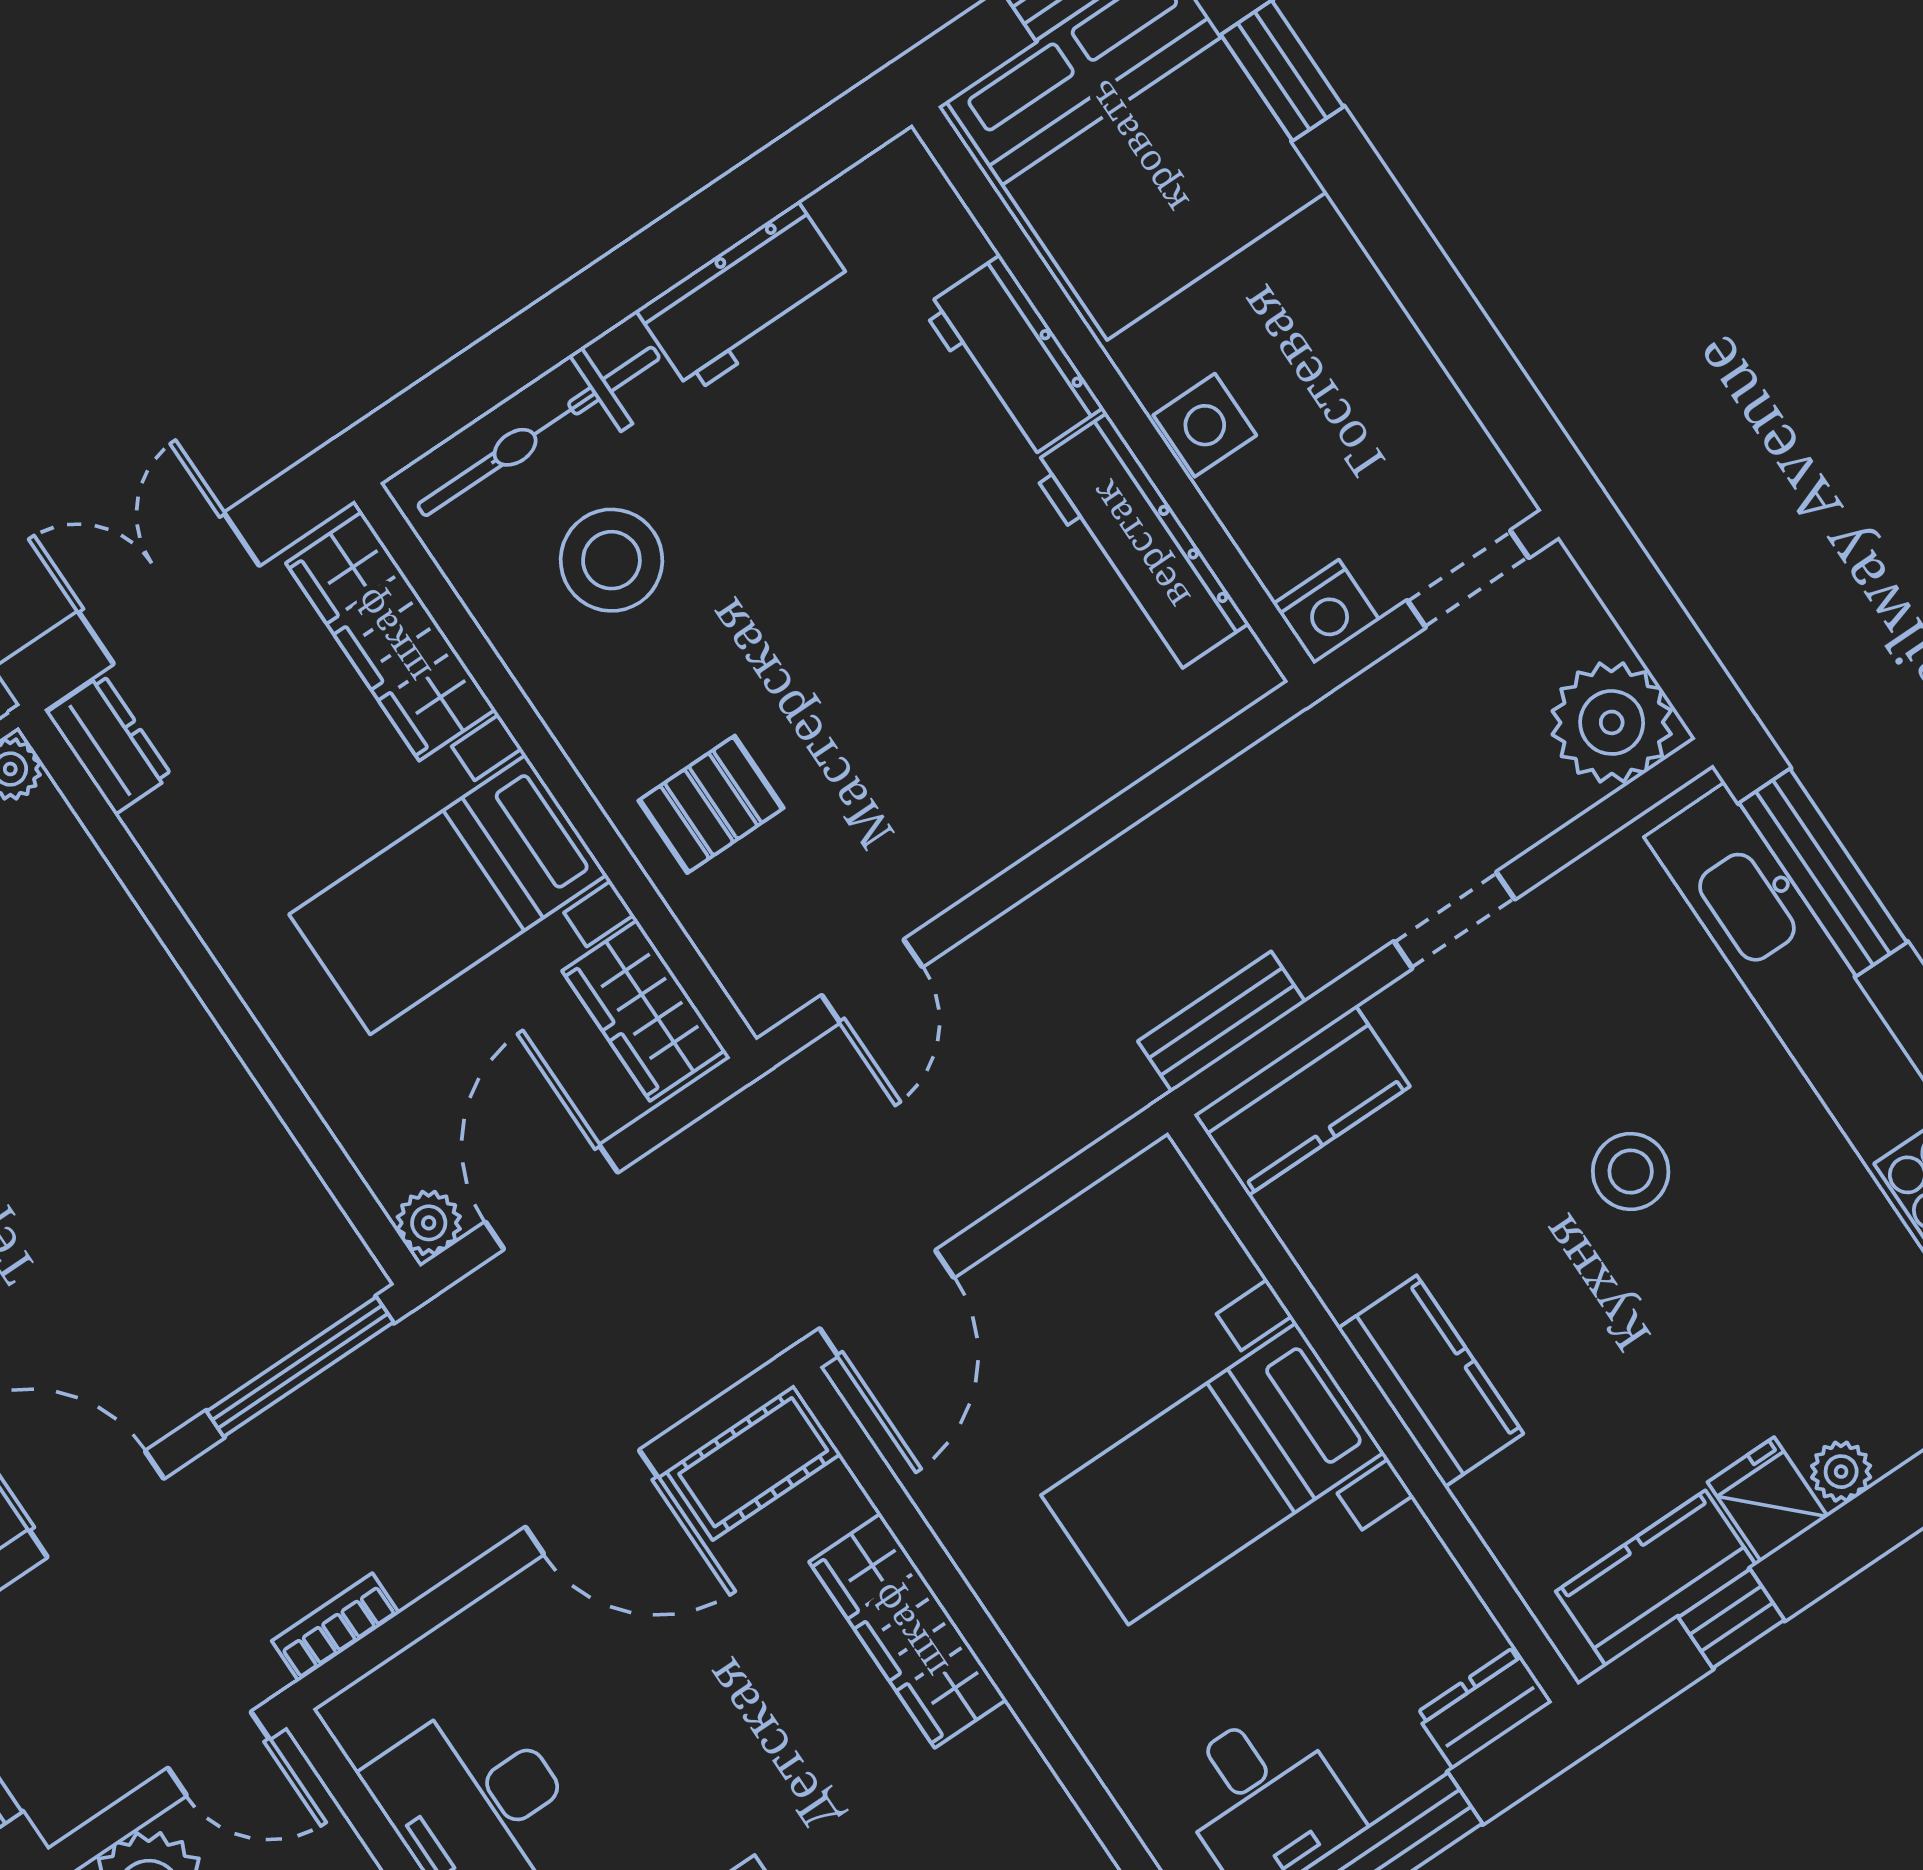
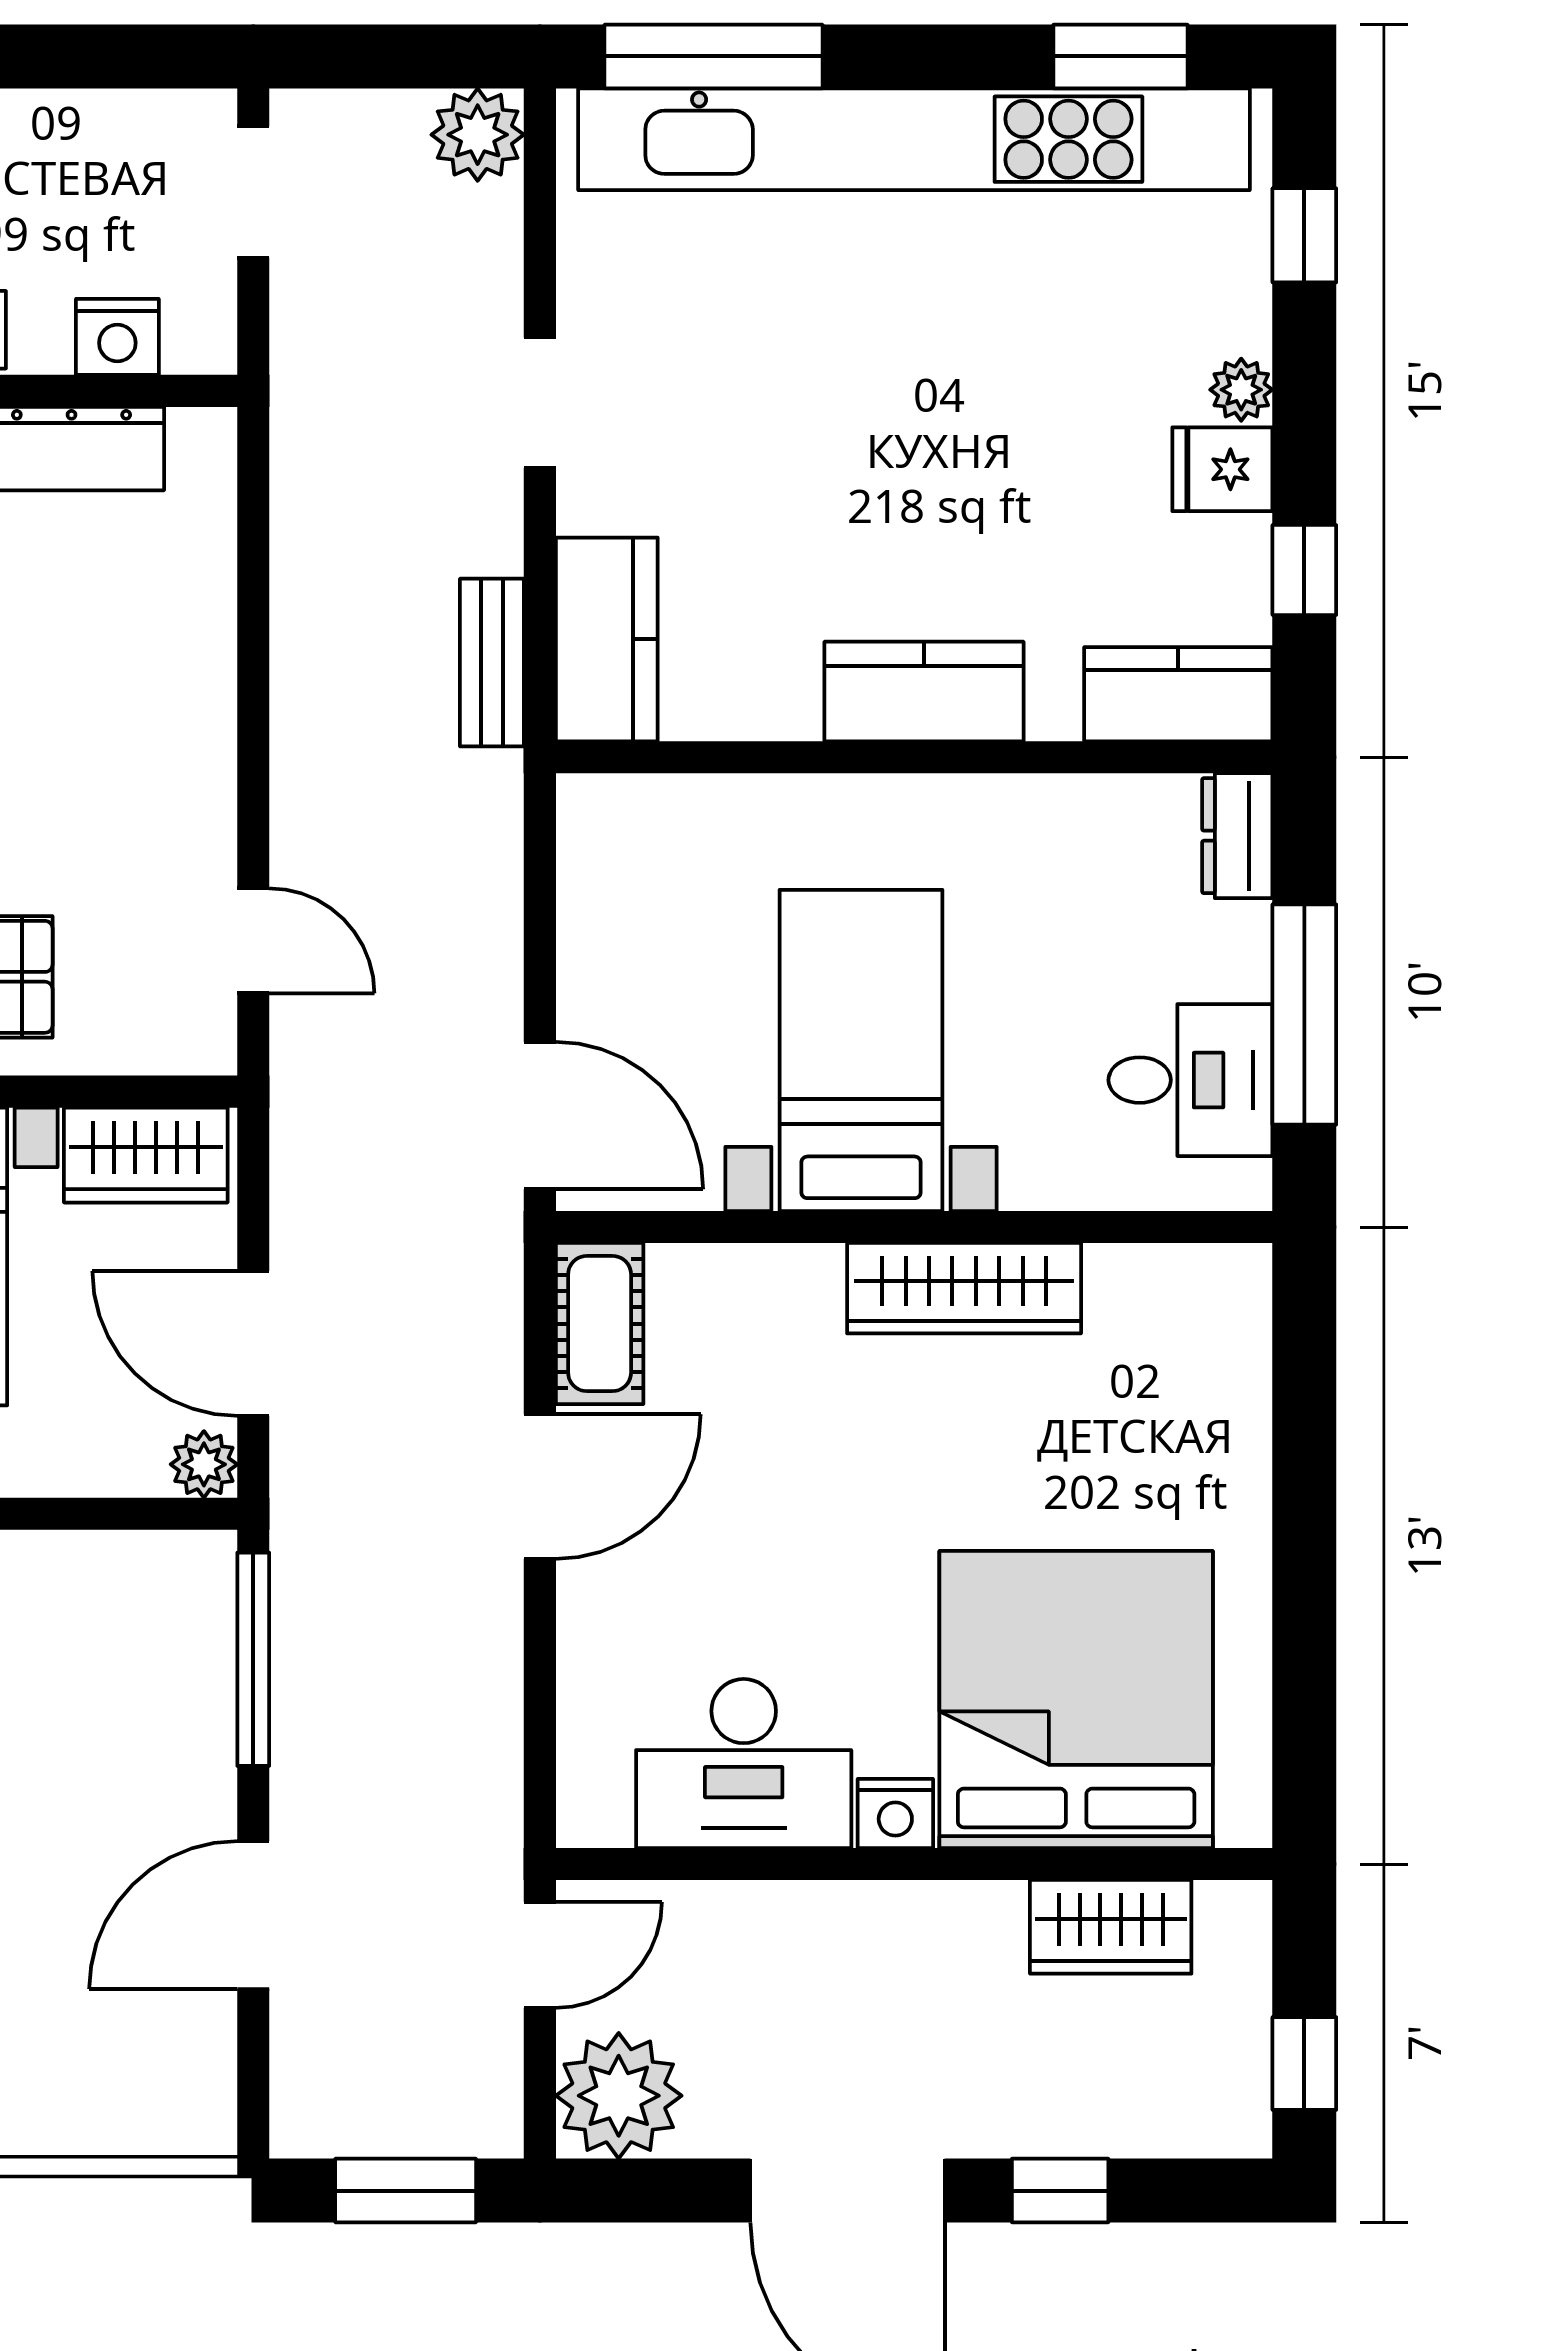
nightstand: (1326, 612) -> (117, 337), moved, turned 90
plant: (1612, 722) -> (478, 135), width x0.73, depth x0.73
stool: (1631, 1171) -> (860, 397), removed
bed with nightstands: (1212, 1474) -> (861, 1050), moved, turned 180
kitchen counter: (1656, 1578) -> (1178, 694), moved, turned 90
bookcase: (335, 1627) -> (499, 1780), removed
wardrobe: (908, 1631) -> (964, 1288), moved

